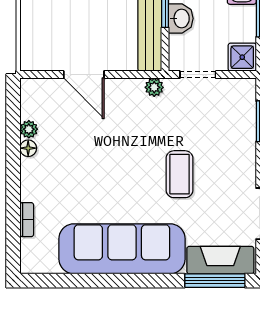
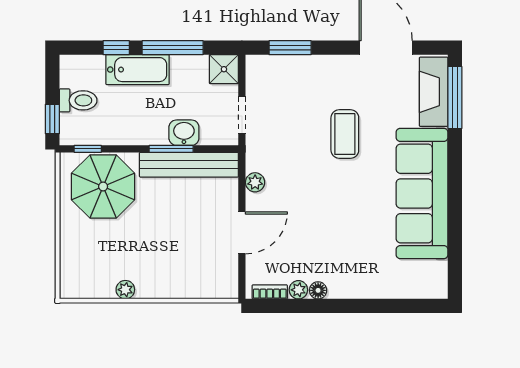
plant: (154, 87) -> (255, 182), moved
coffee table: (180, 174) -> (345, 134), turned 90
bookcase: (27, 220) -> (270, 292), moved

